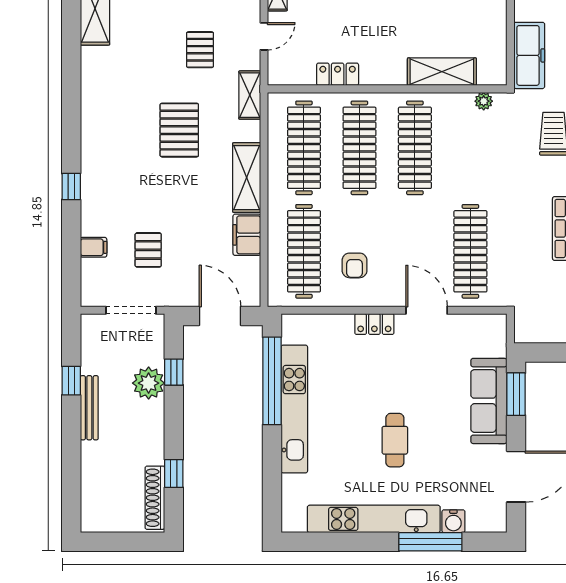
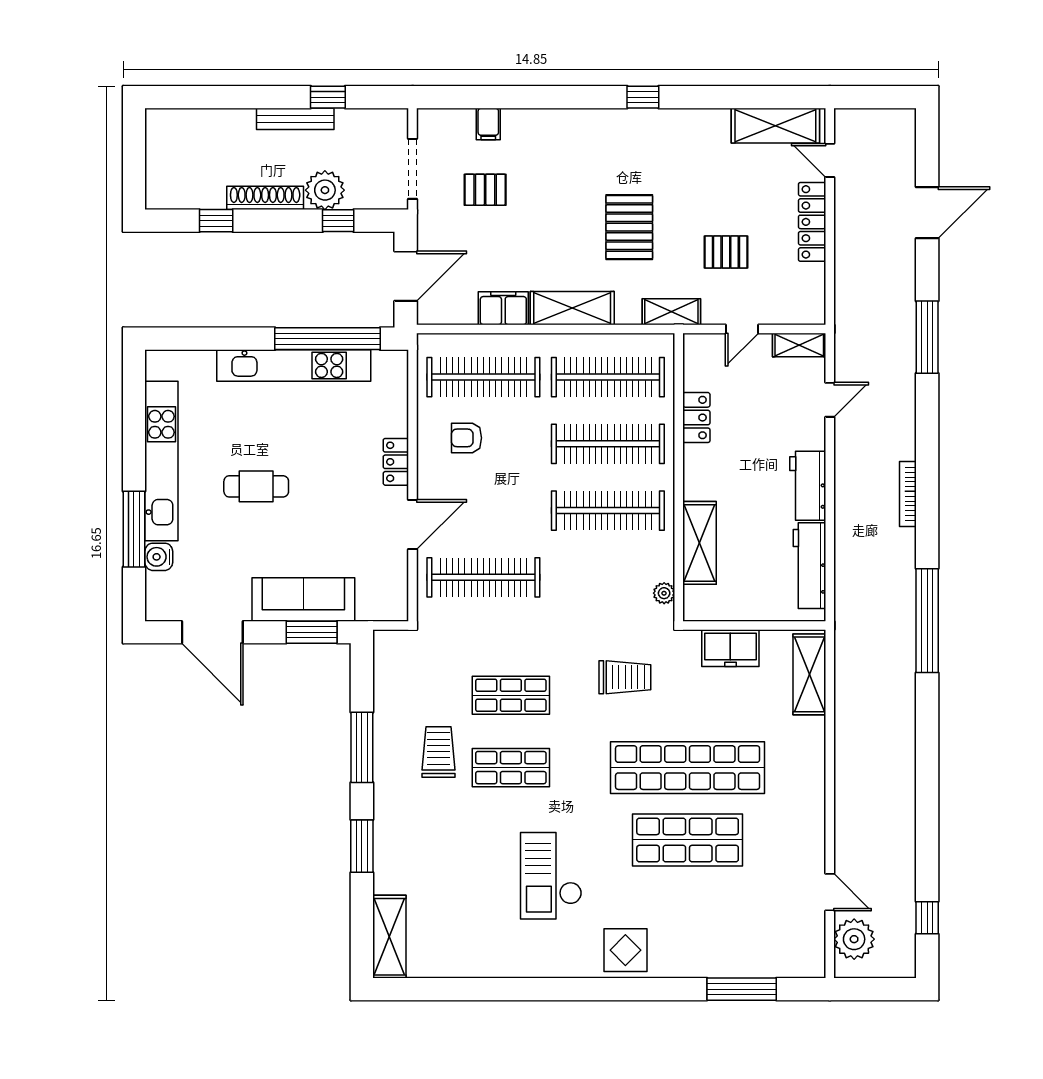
door: (264, 36) -> (742, 329), hinge flipped
freezer: (529, 55) -> (730, 648), width x0.71
pallet: (179, 130) -> (629, 227), turned 90
window: (71, 186) -> (643, 97), moved
shoe rack: (155, 498) -> (265, 198), moved

